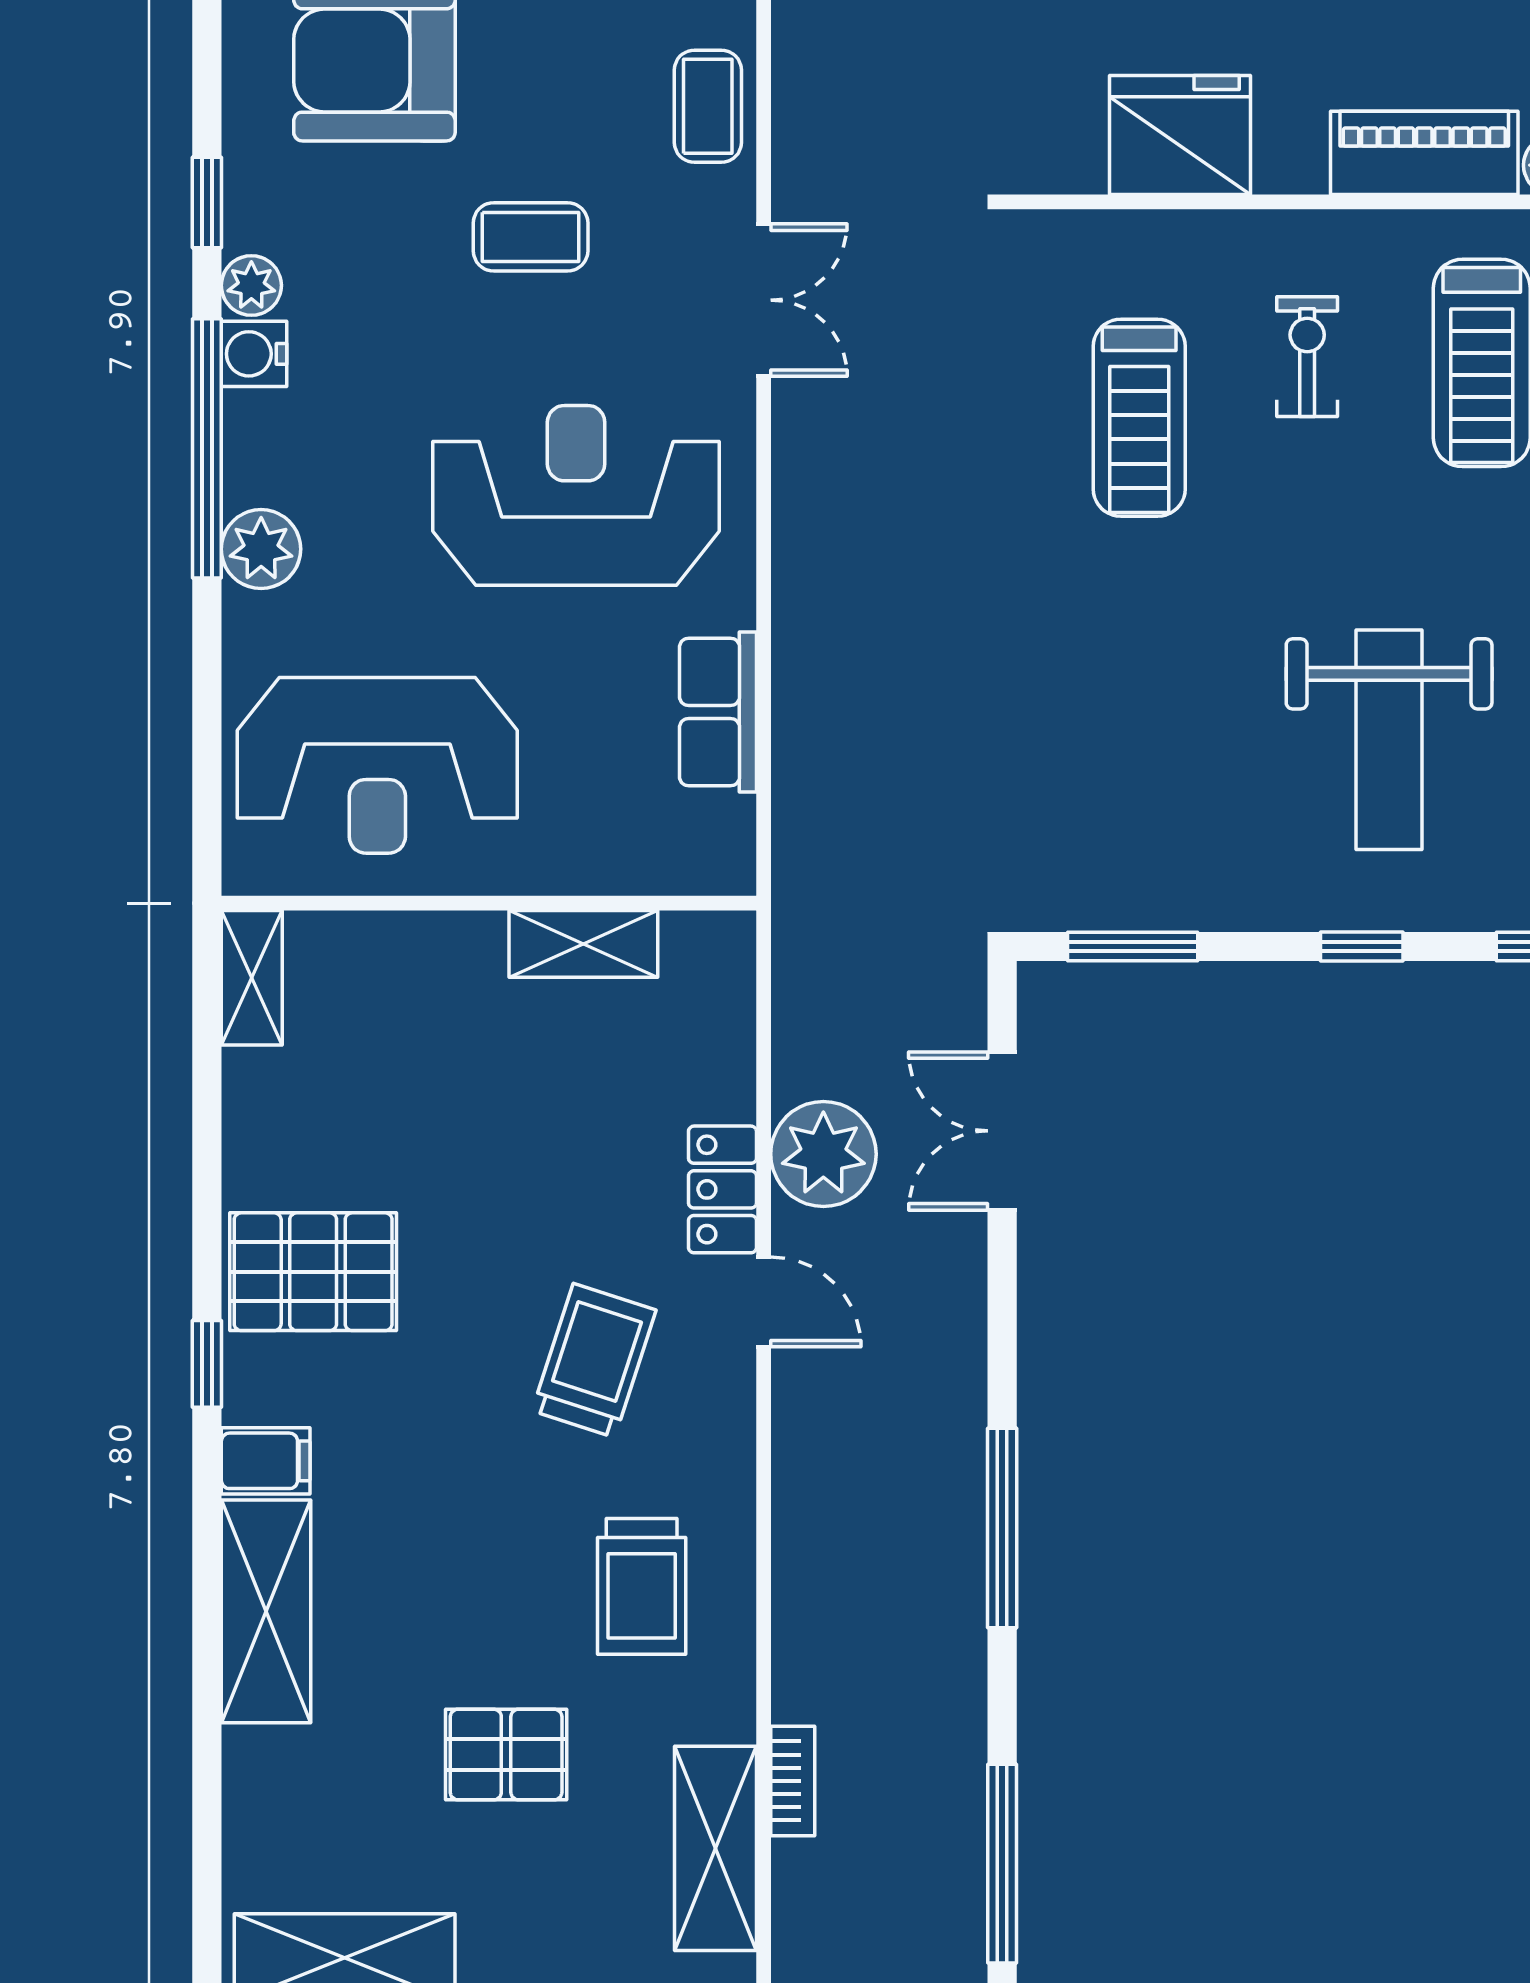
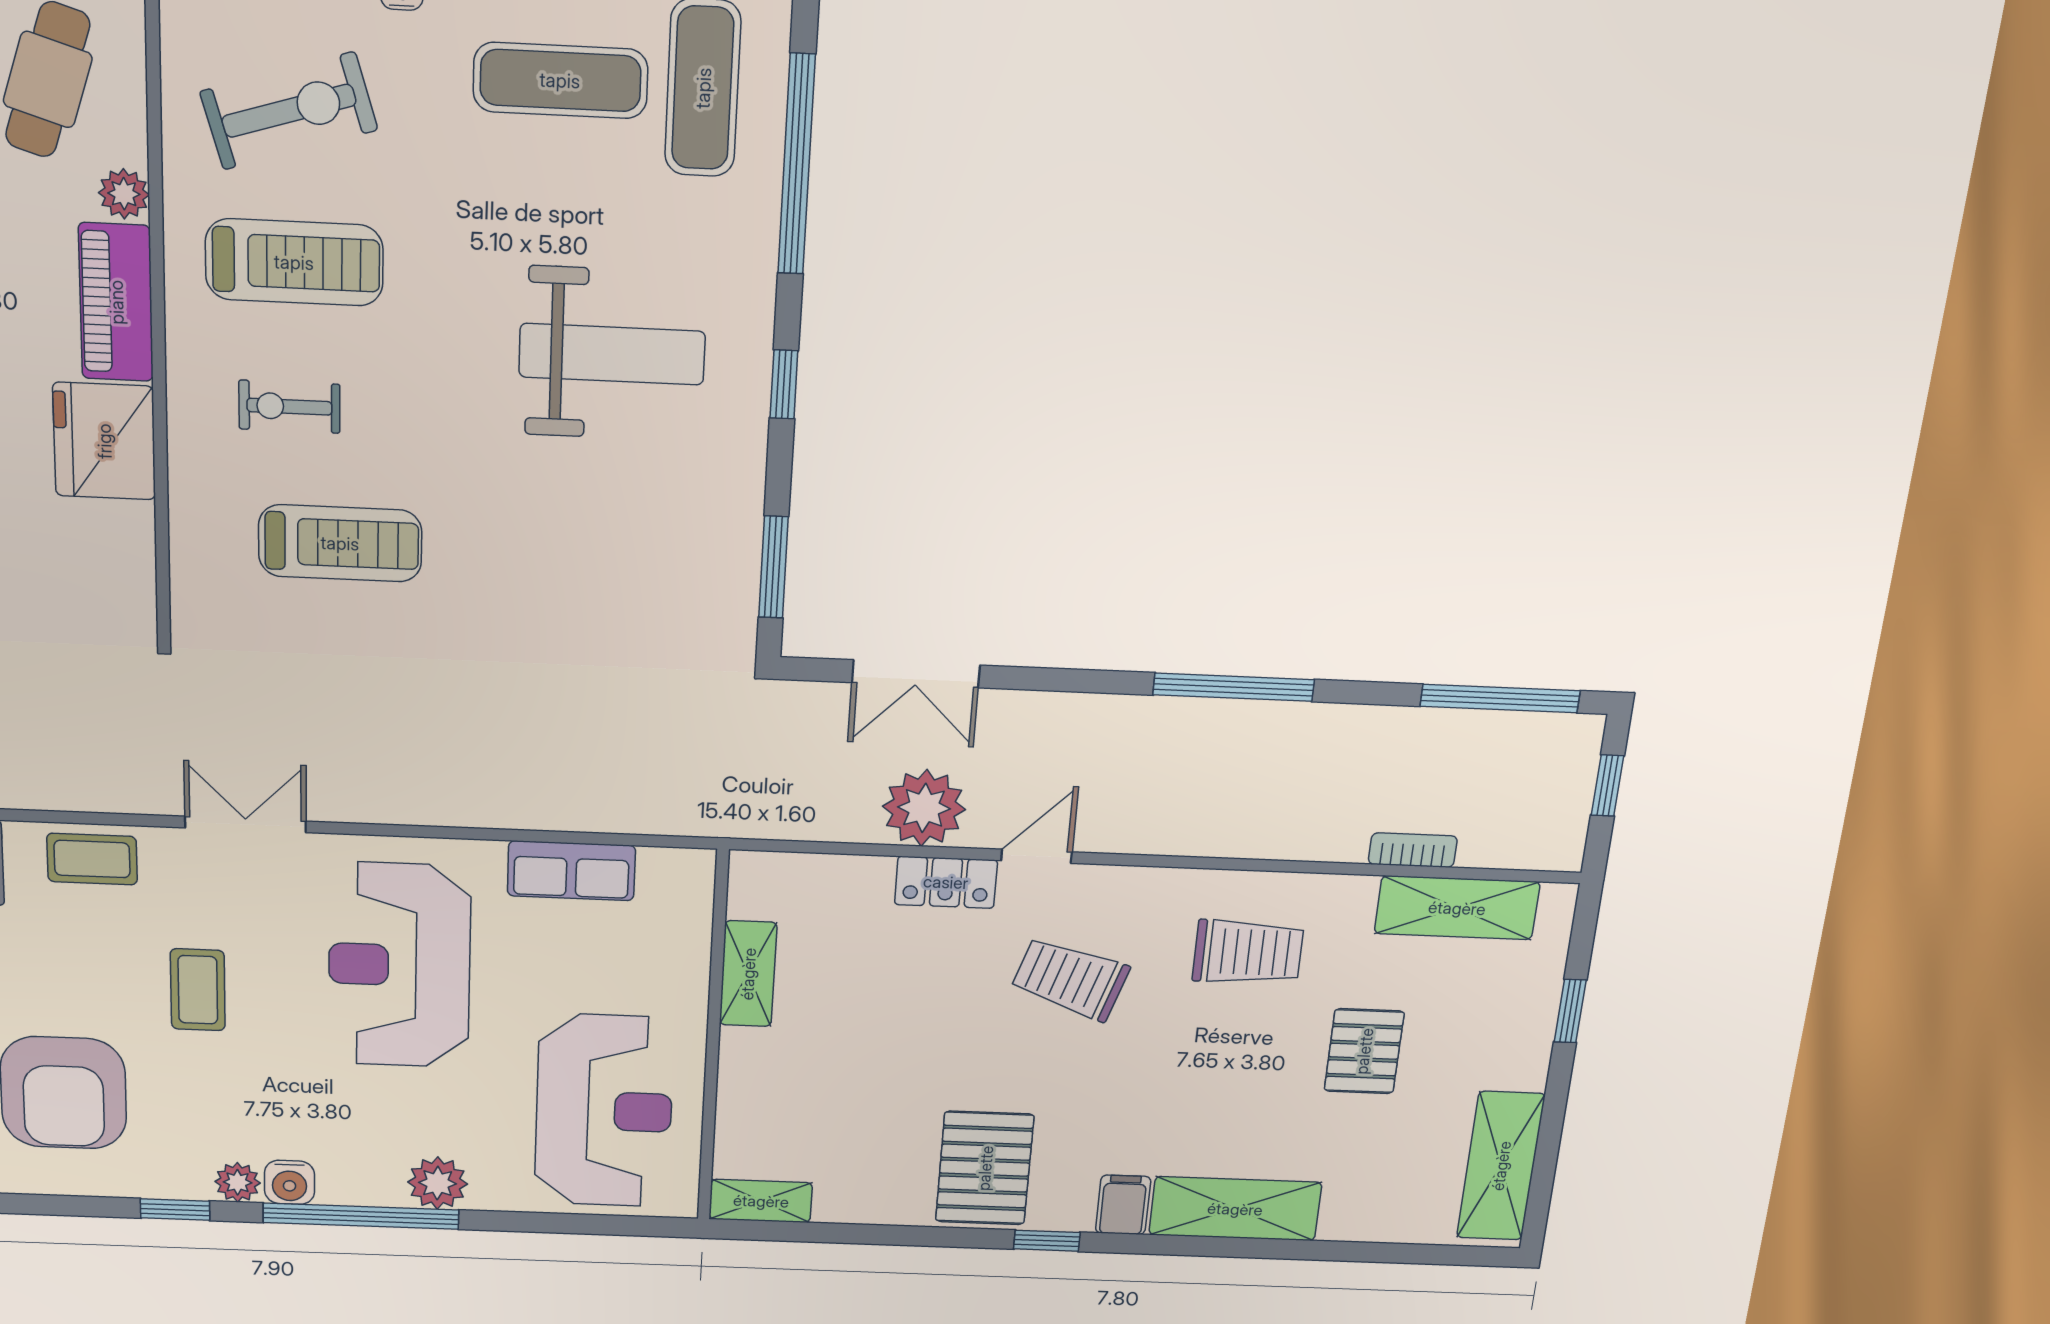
fridge: (1180, 135) -> (104, 441), moved

